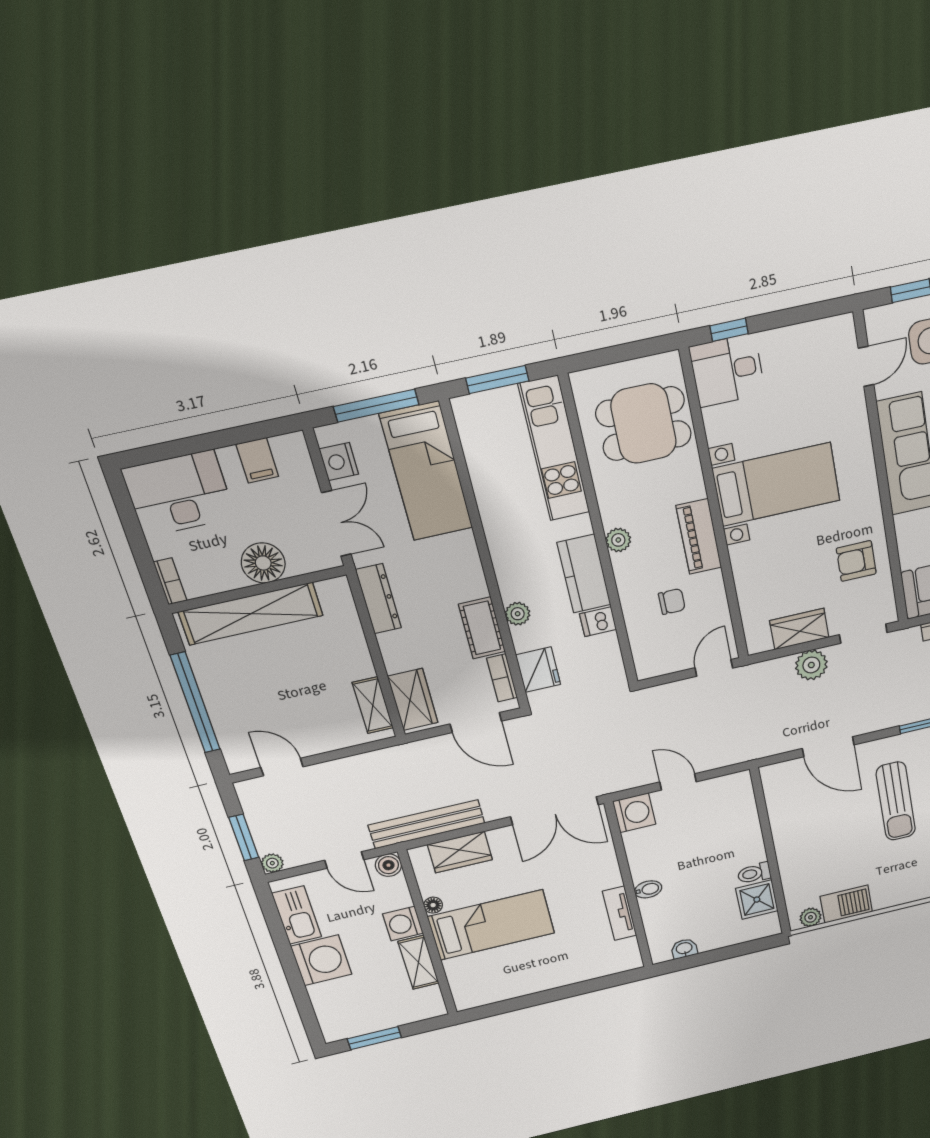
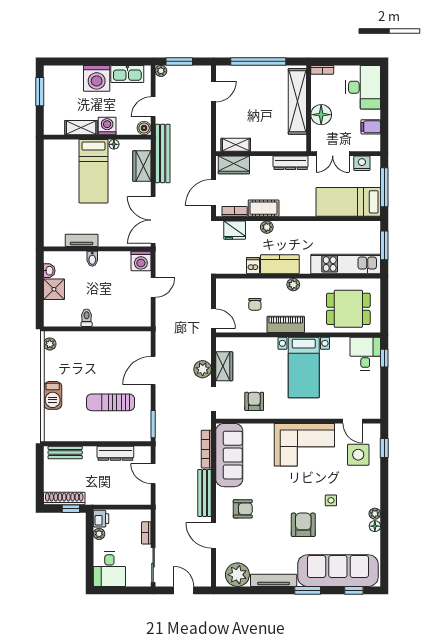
dining table: (644, 424) -> (348, 309), turned 90
shower: (757, 900) -> (54, 289), moved
barbecue: (846, 904) -> (53, 395), moved

